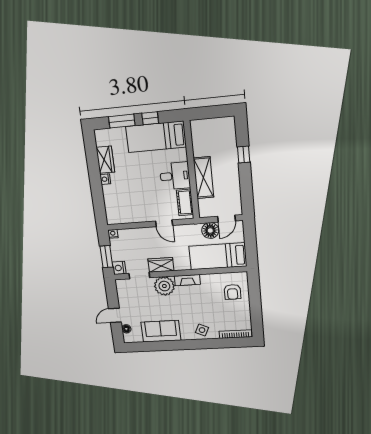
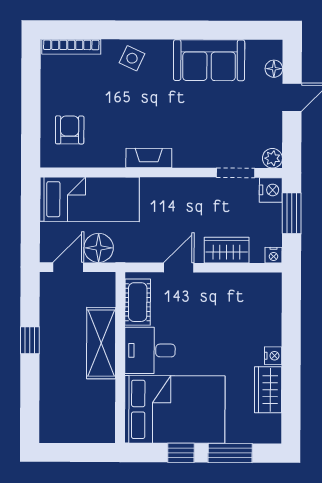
bed: (156, 137) -> (175, 409), width x1.50
window: (244, 155) -> (30, 340), moved
door: (164, 223) -> (179, 268), hinge flipped
wardrobe: (161, 265) -> (227, 250), moved, turned 180
plant: (164, 286) -> (272, 158), moved, width x0.53, depth x0.53

